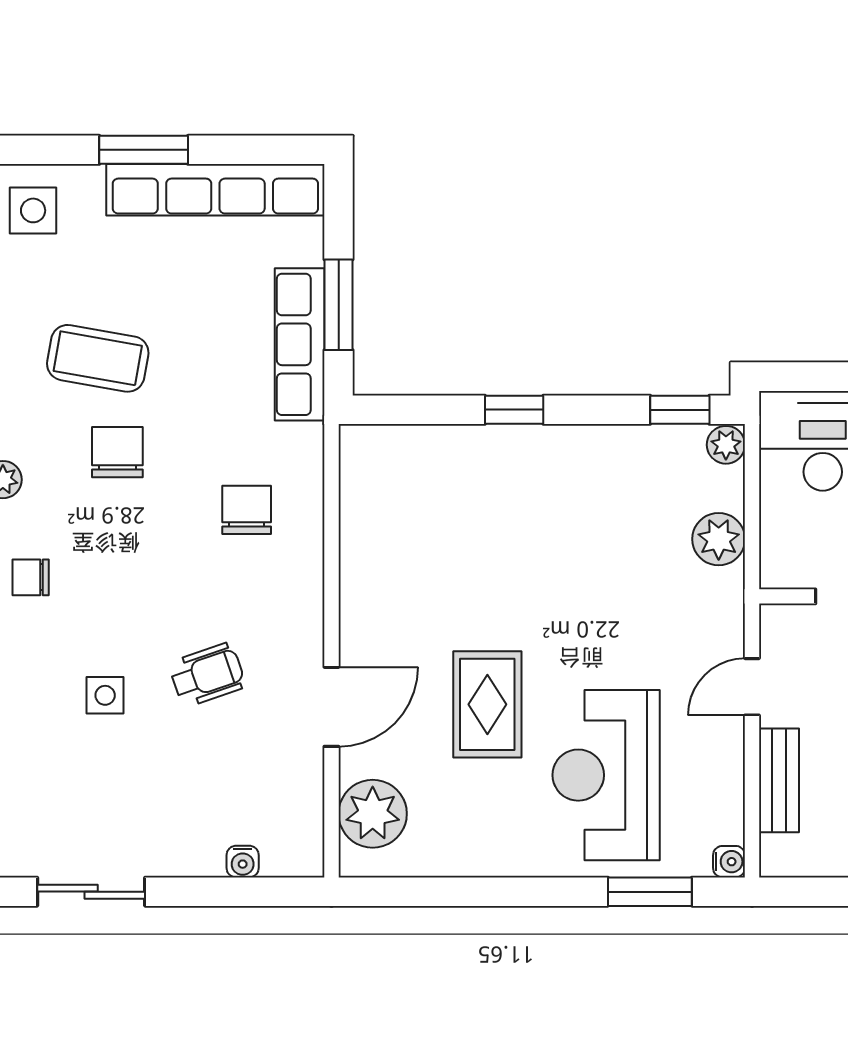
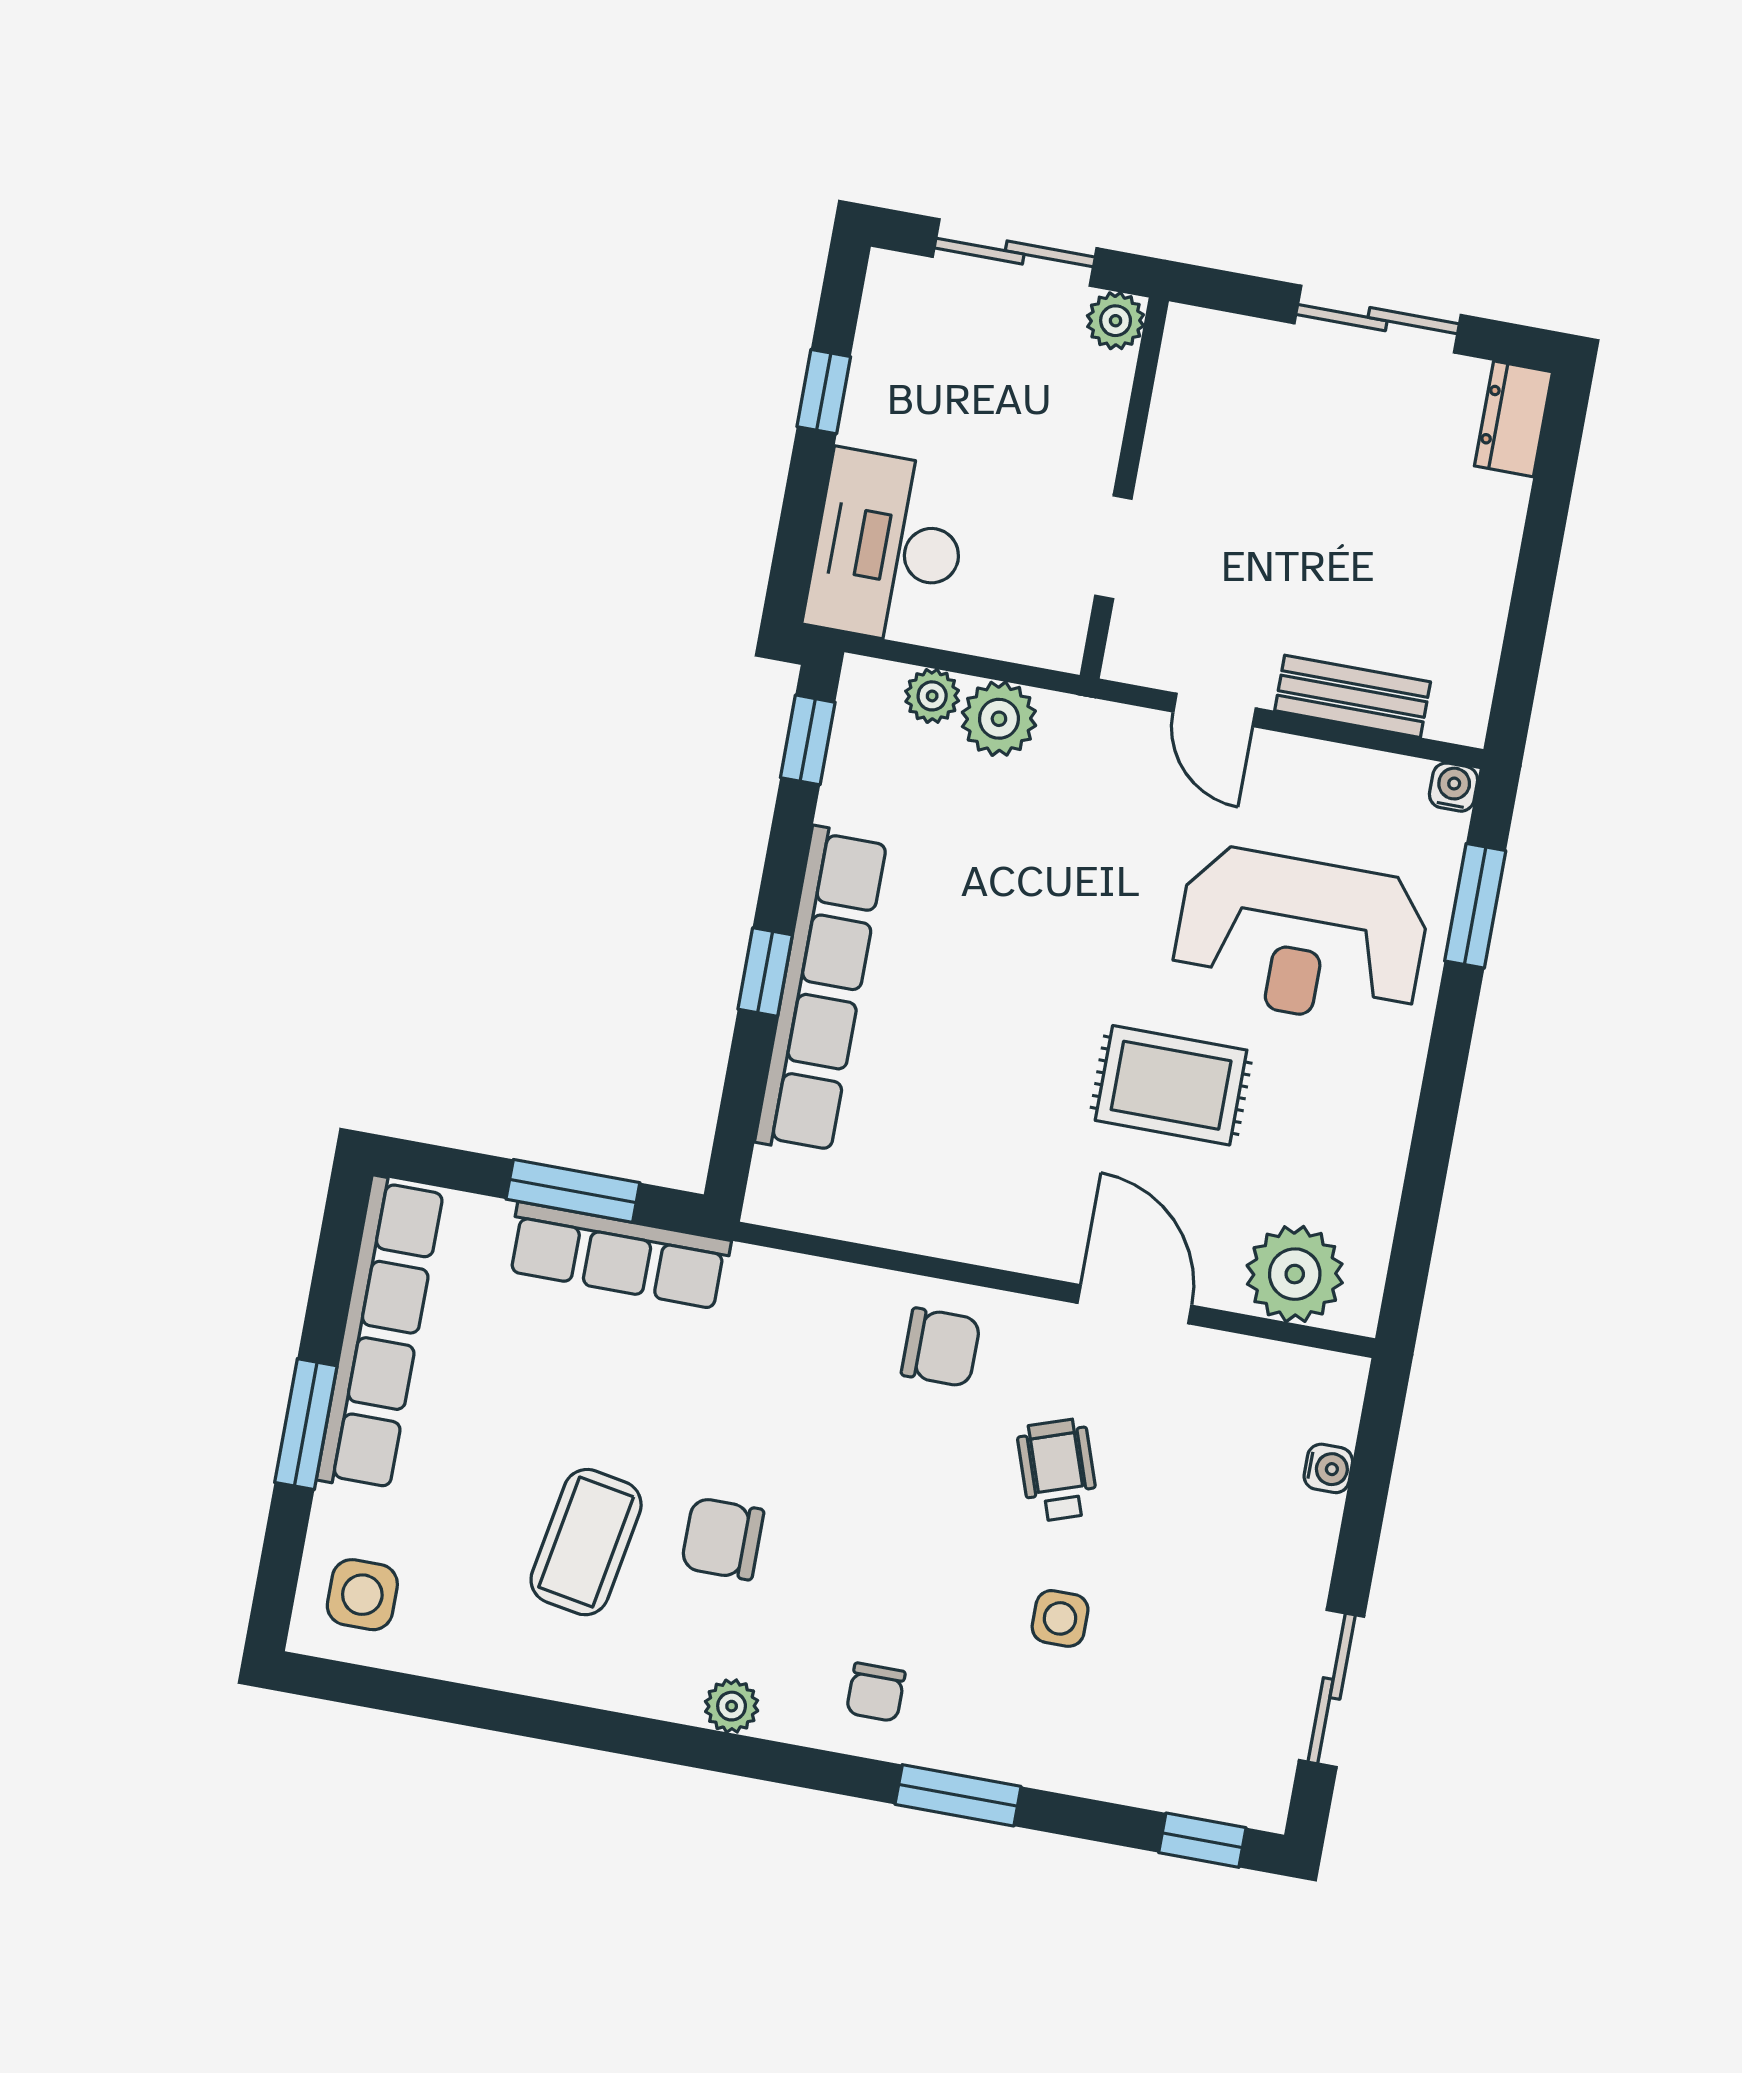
plant: (726, 445) -> (932, 696), moved
row of seats: (508, 451) -> (821, 990), added
chair: (247, 510) -> (941, 1347), moved, turned 180

